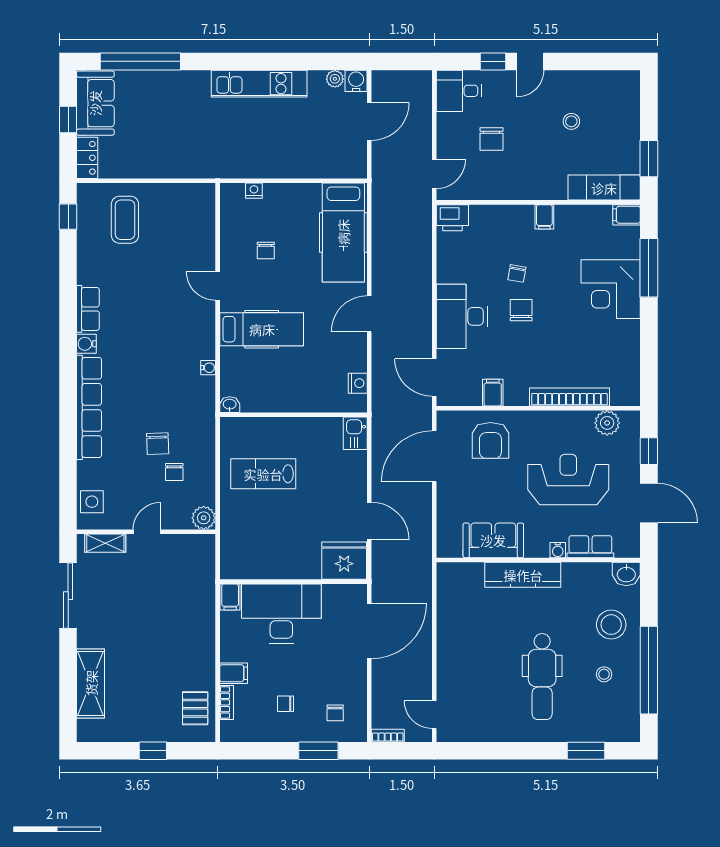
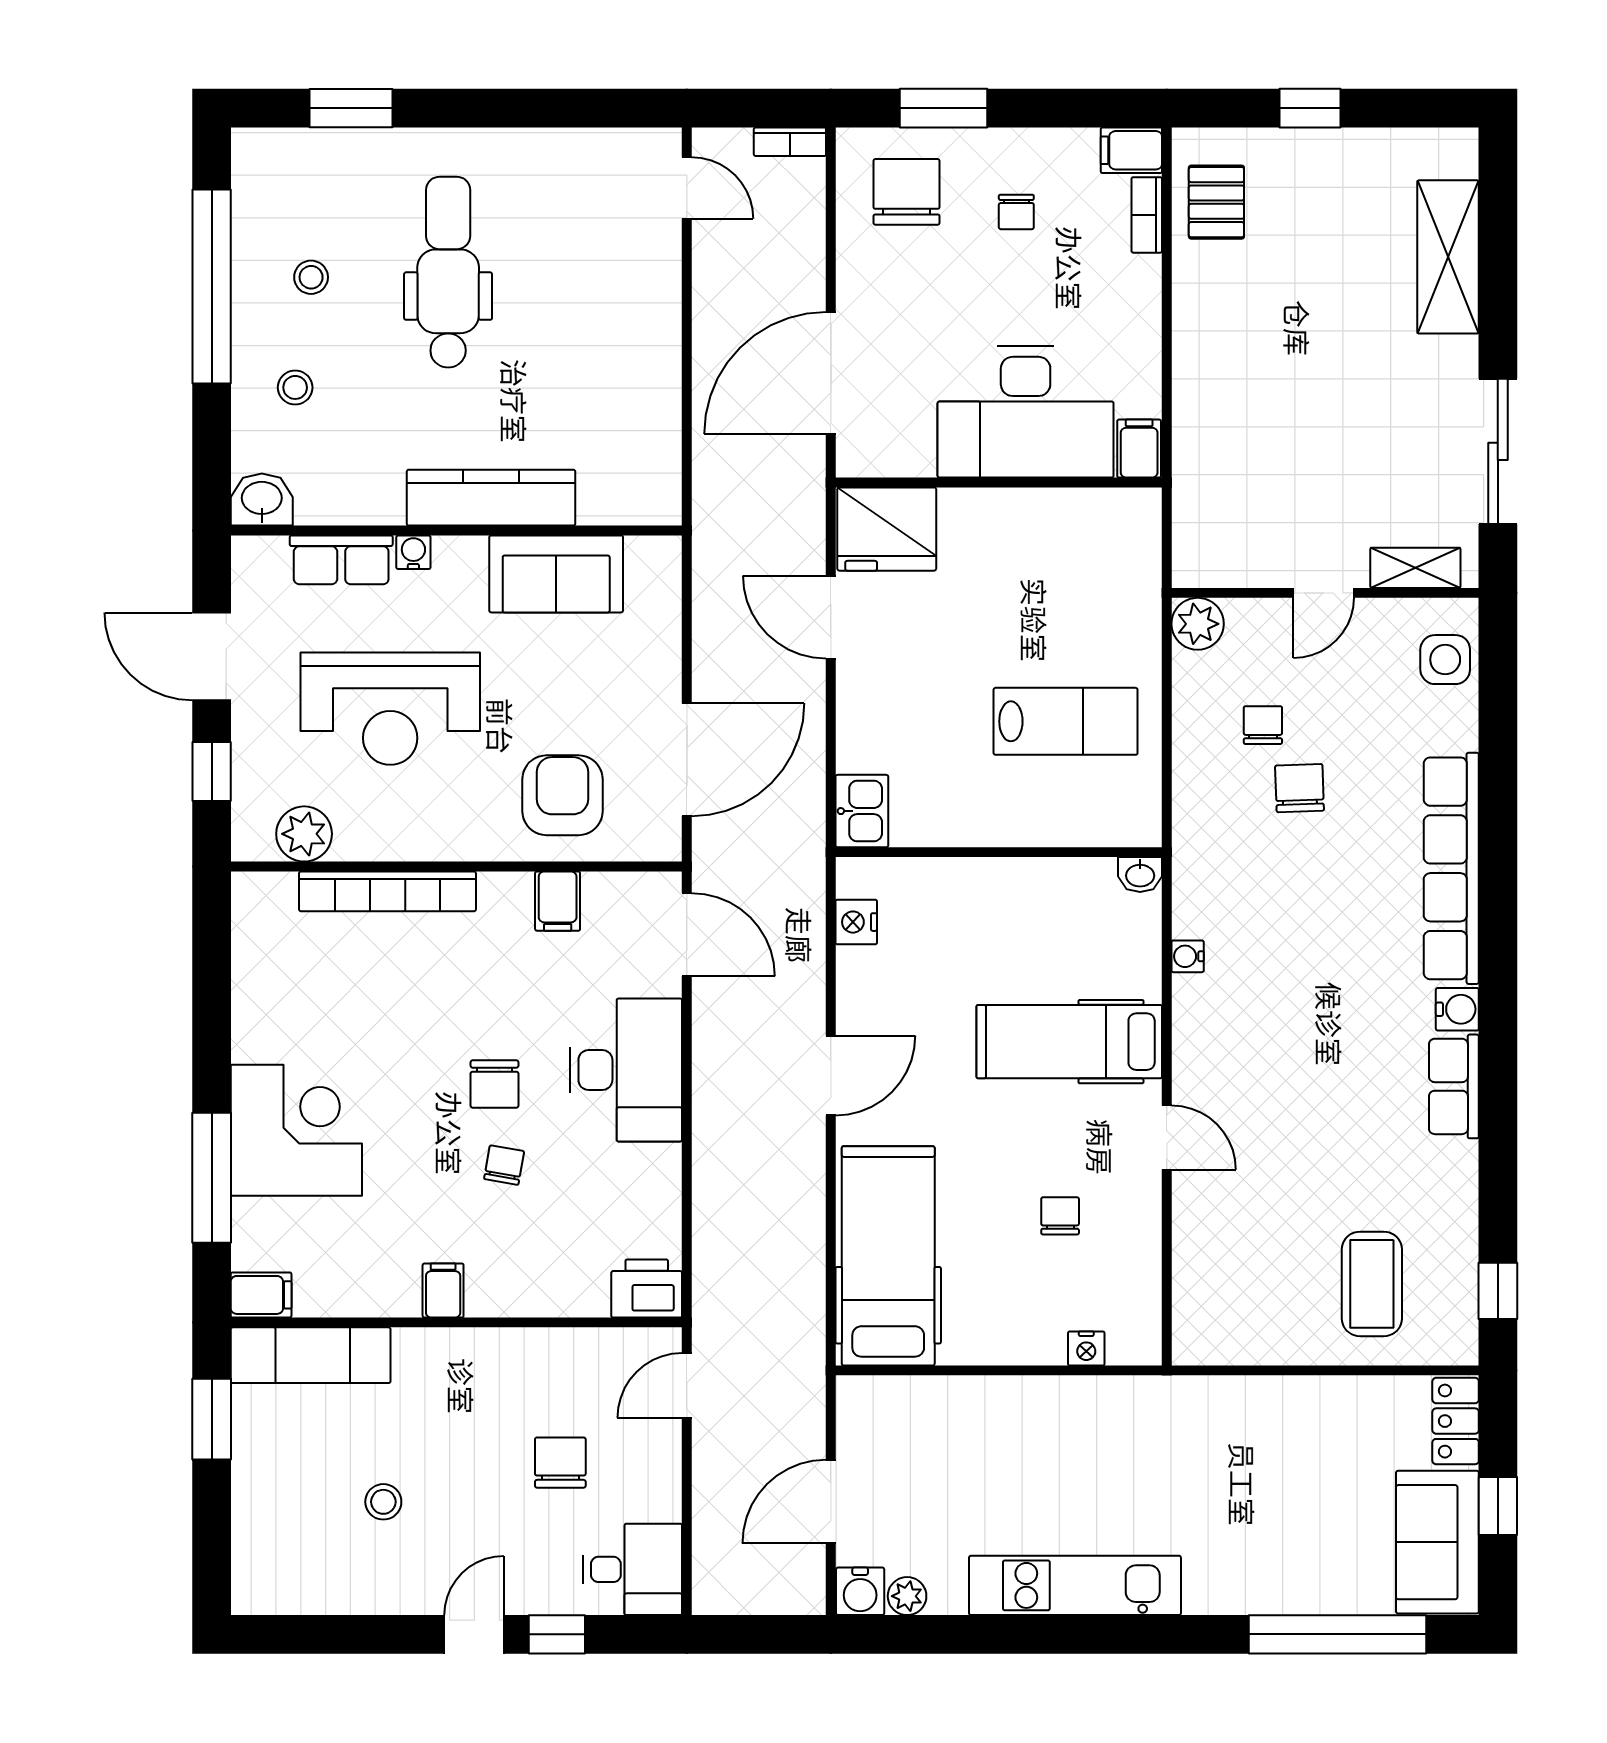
stool: (611, 625) -> (295, 387), width x0.53, depth x0.53
filing cabinet: (234, 673) -> (1131, 150), moved
chair: (286, 704) -> (1016, 212), turned 90
chair: (335, 713) -> (907, 192), width x1.87, depth x1.87

